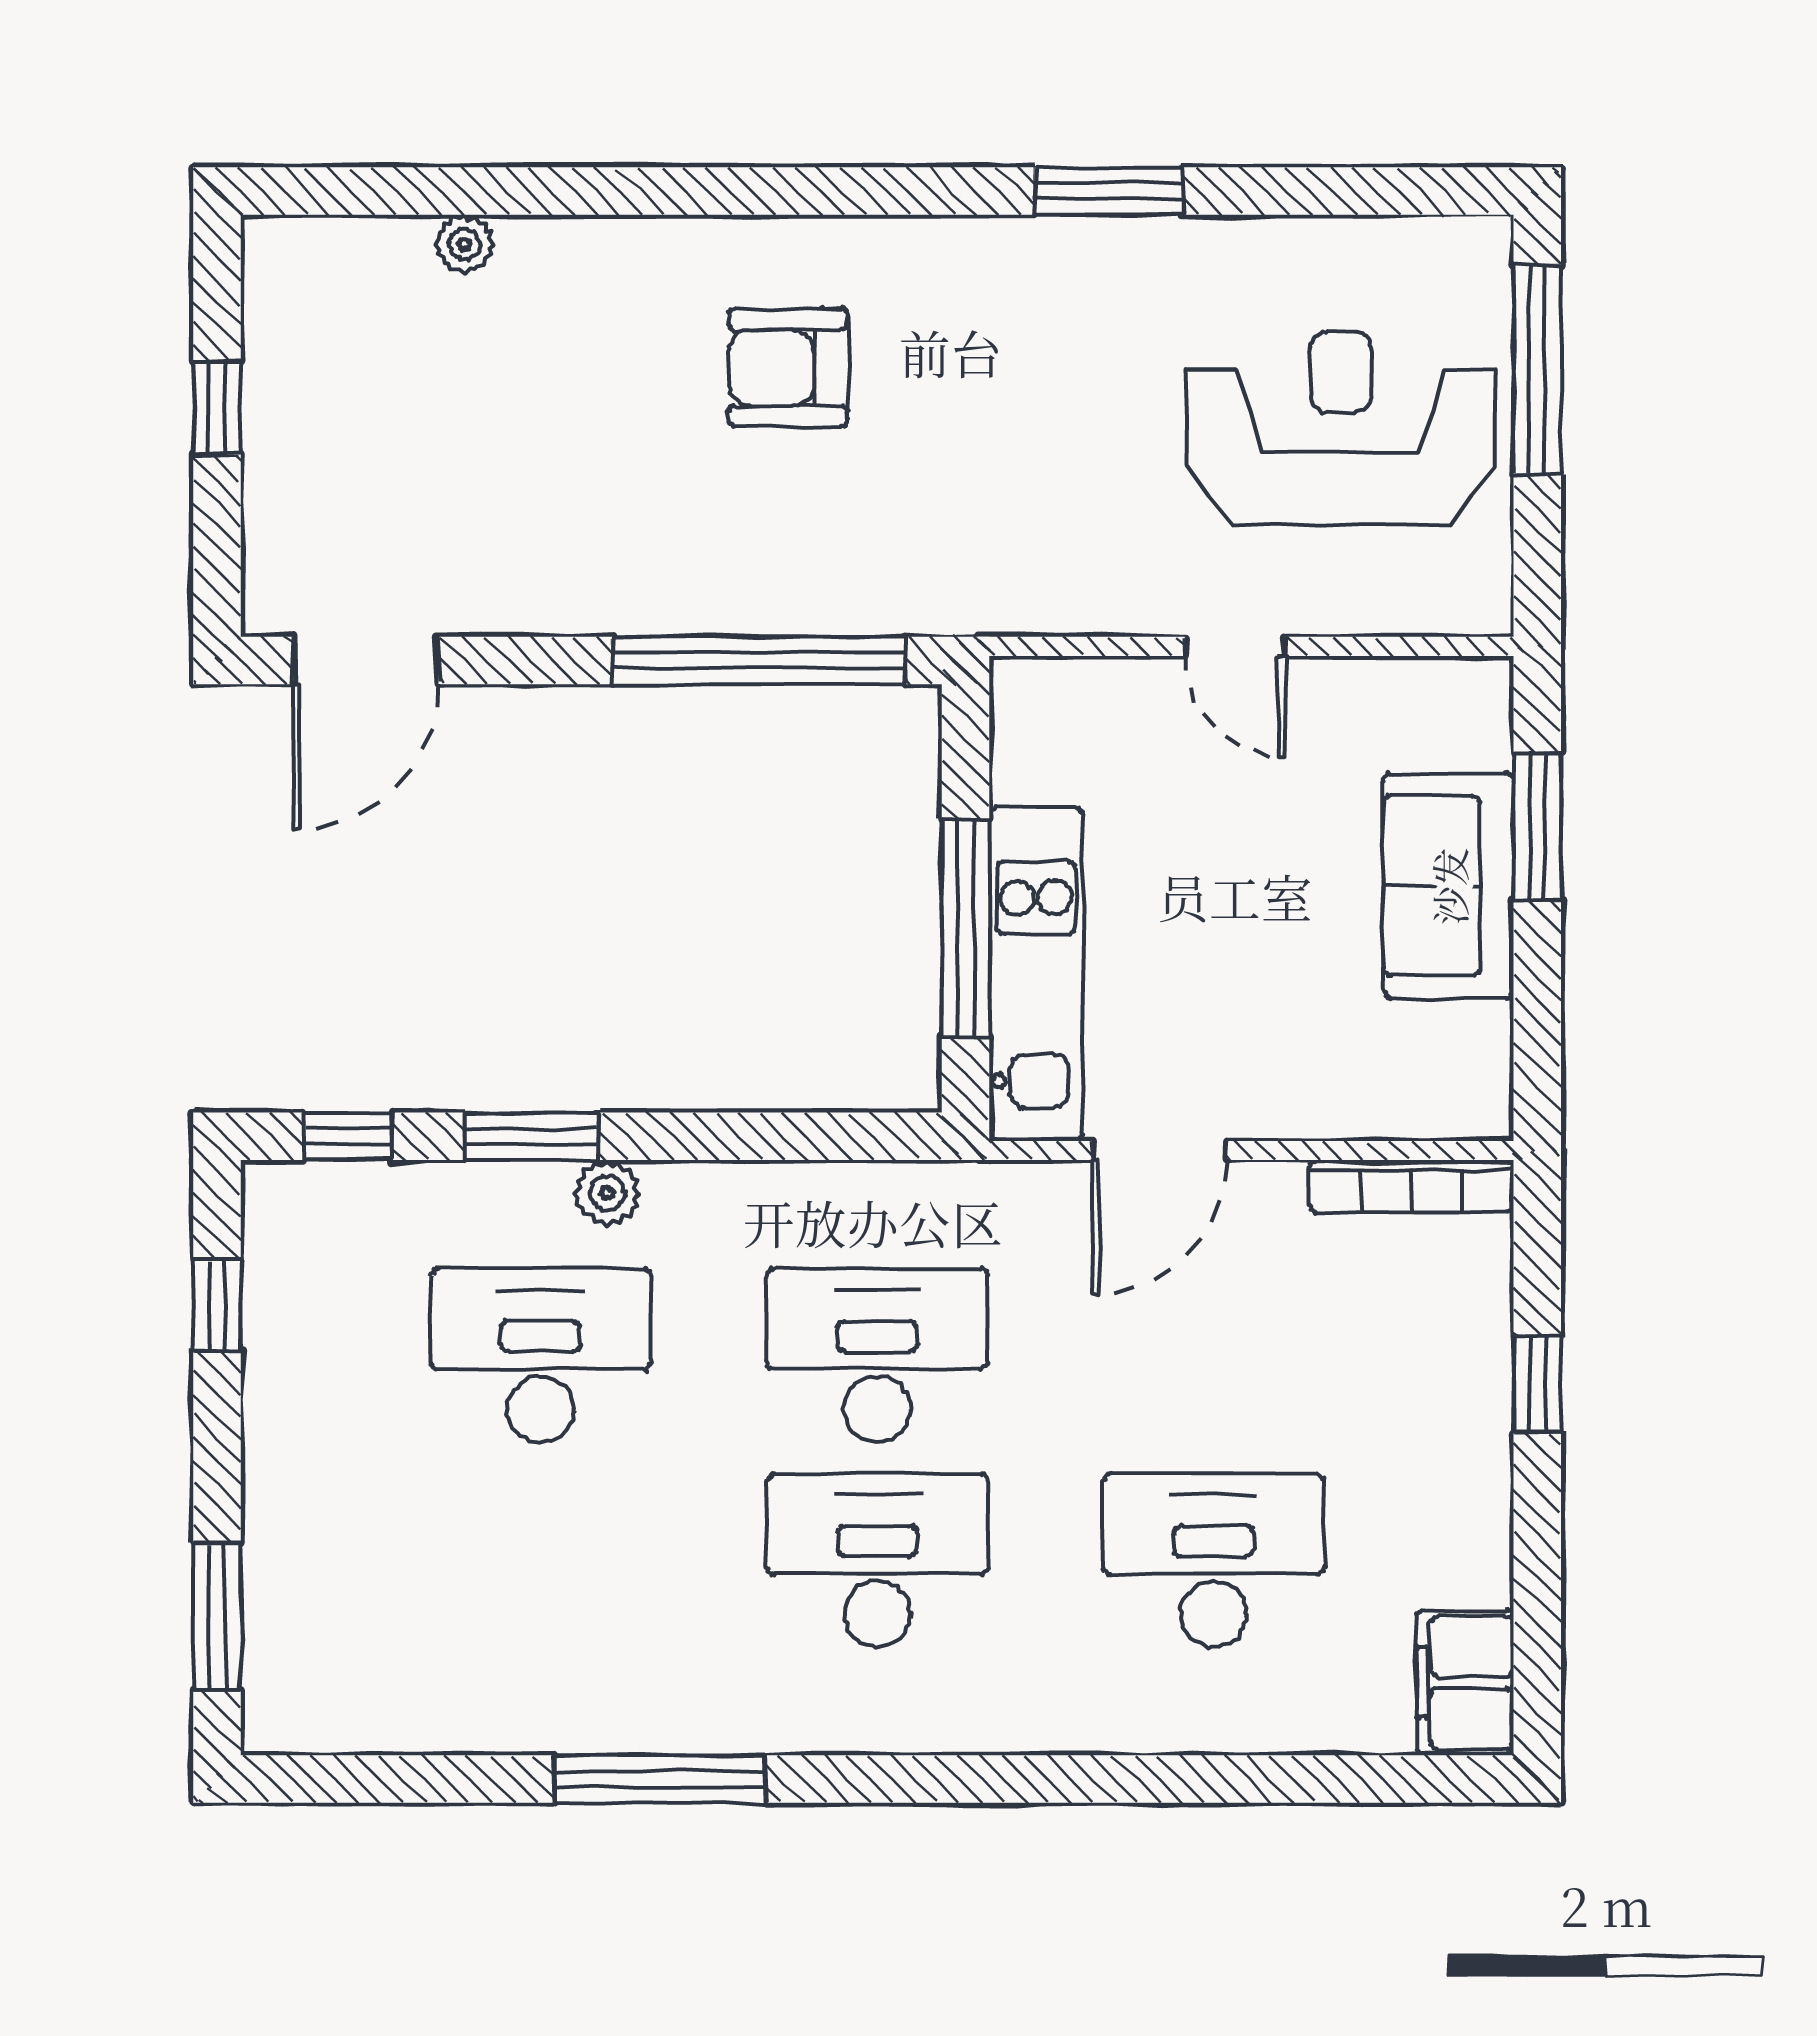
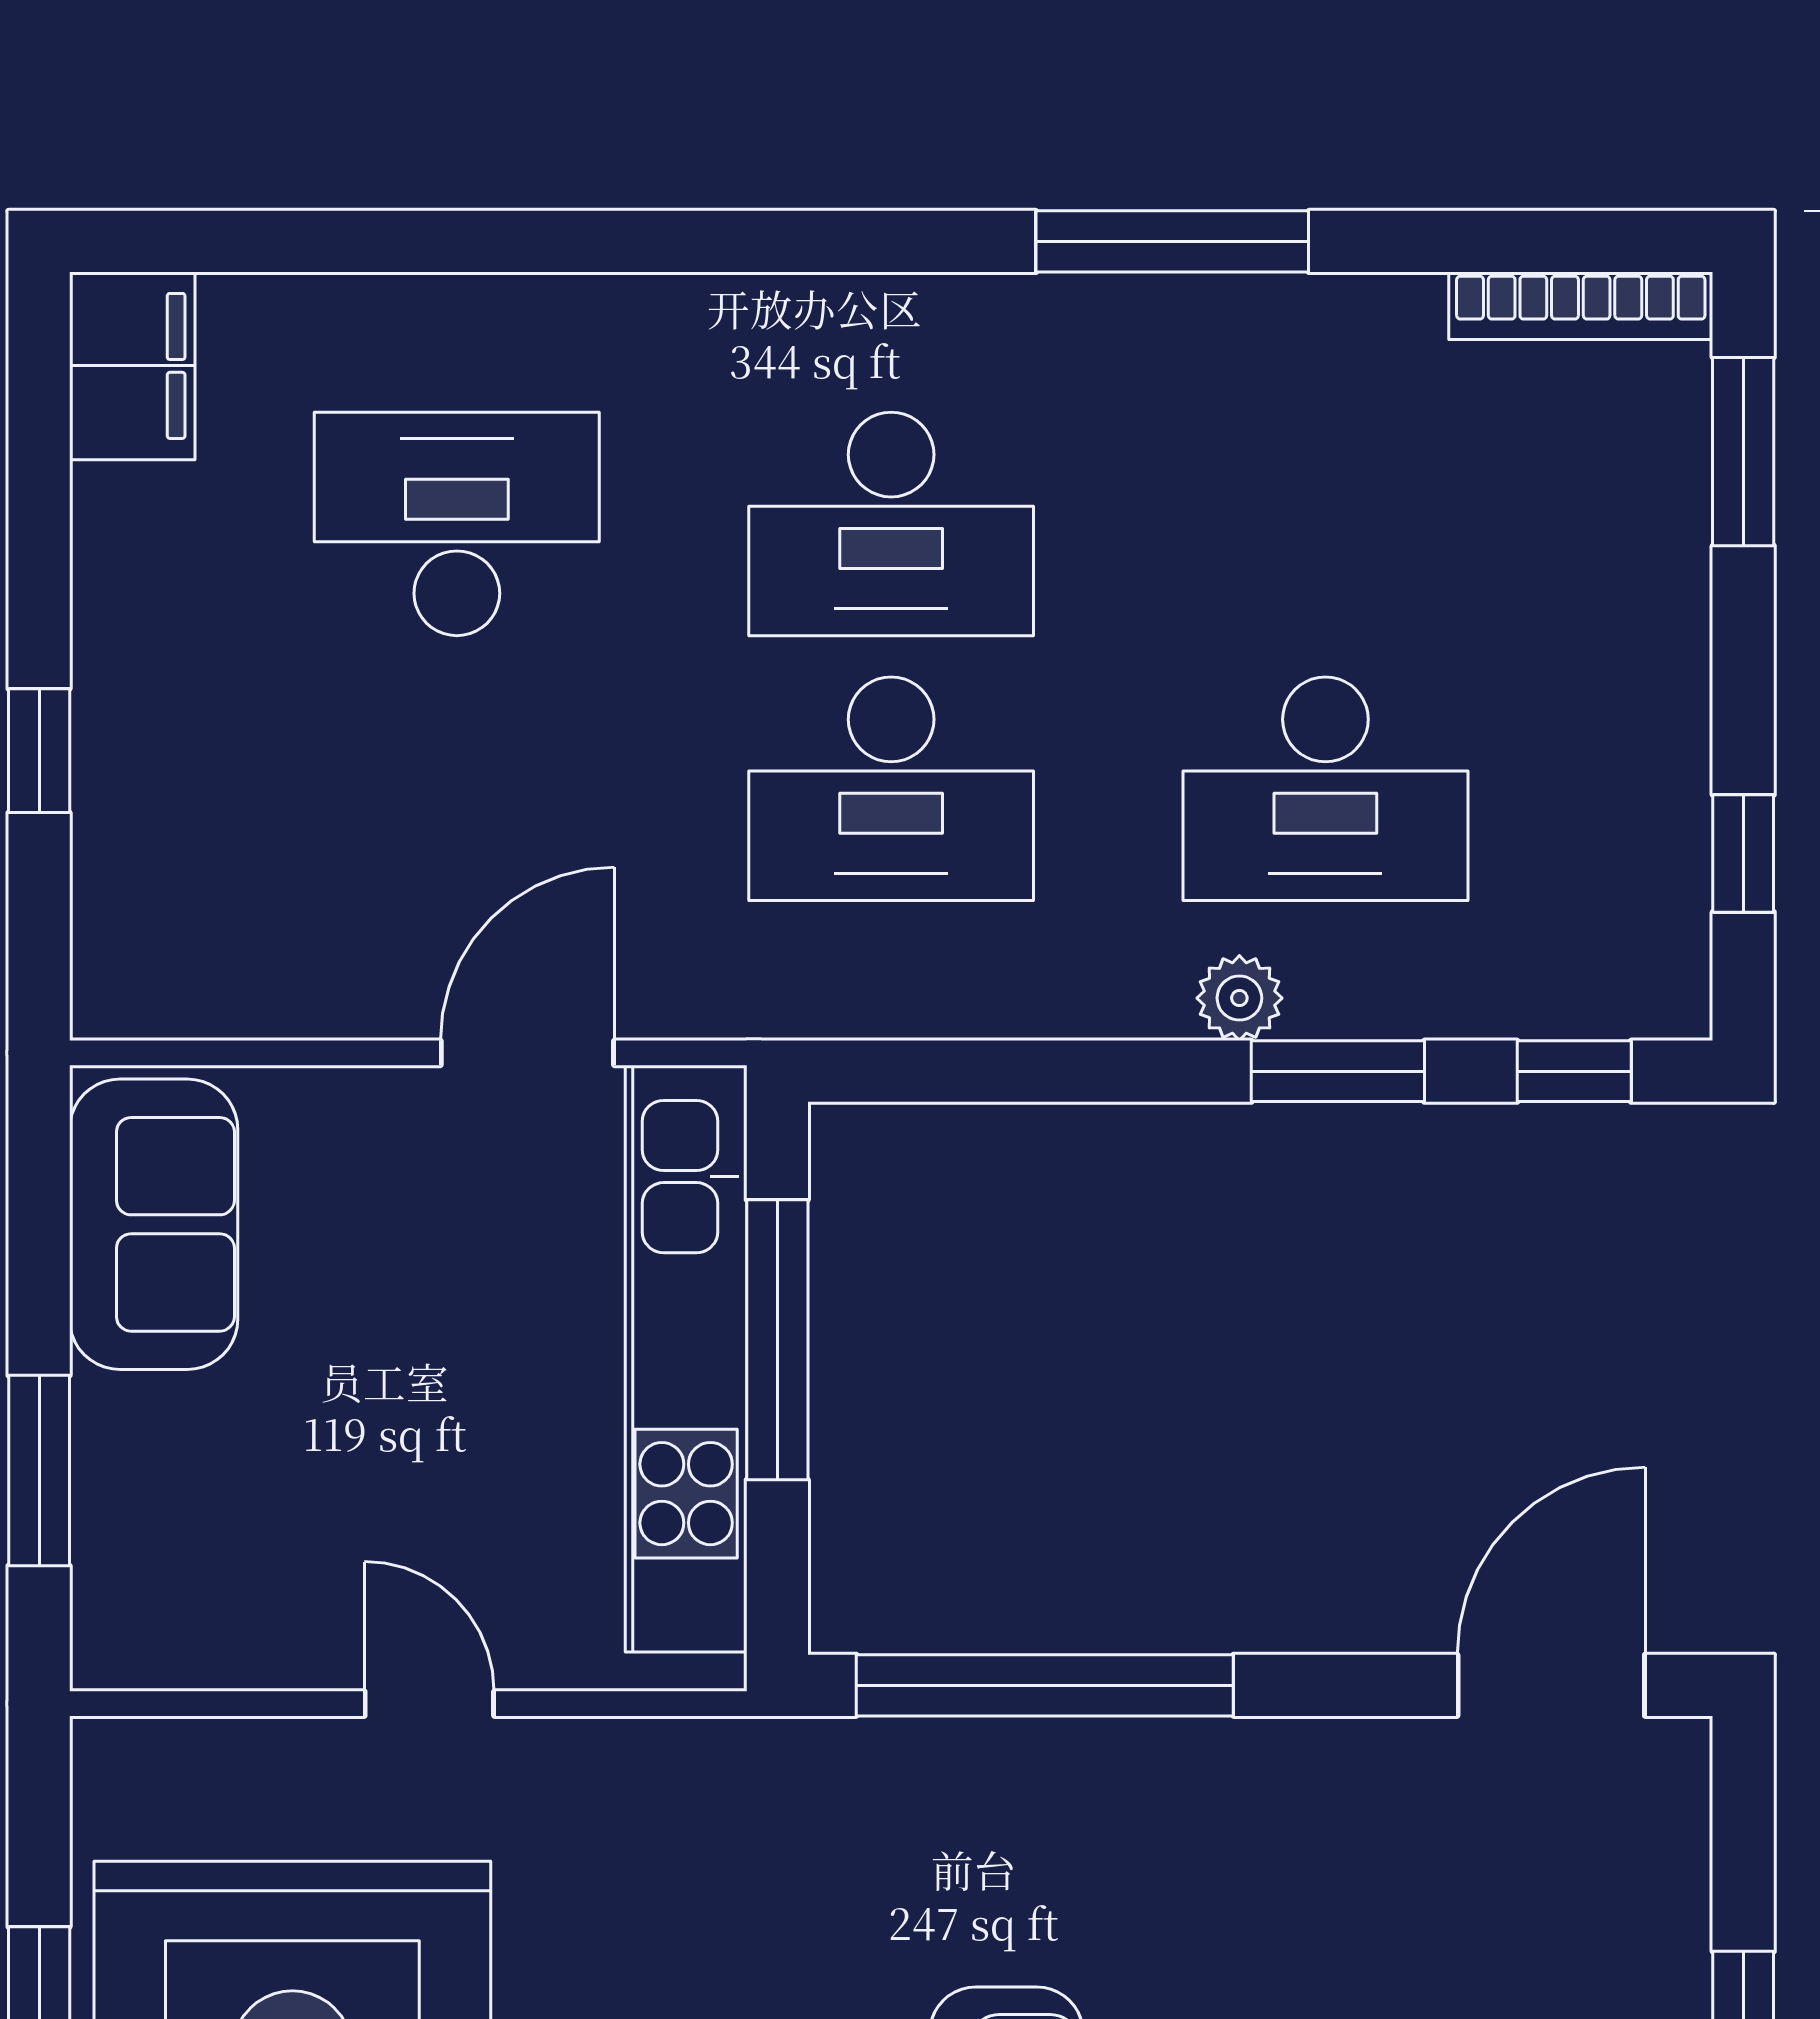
sofa: (1449, 886) -> (154, 1224), moved
kitchen unit: (1036, 974) -> (686, 1359), width x1.36
bookcase: (1412, 1186) -> (1581, 306), moved, turned 180
desk: (1214, 1560) -> (457, 524), turned 180

